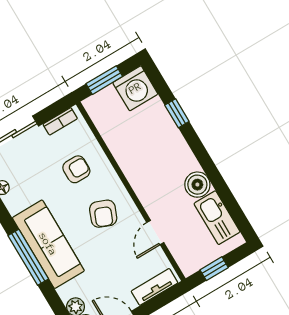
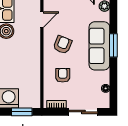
armchair: (76, 169) -> (63, 75), turned 90
window: (28, 257) -> (113, 45), width x0.69

